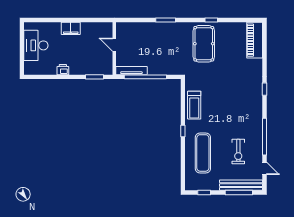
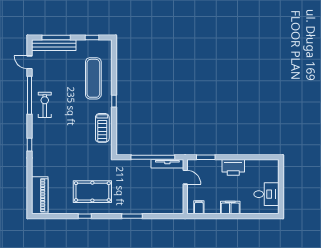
filing cabinet: (101, 29) -> (199, 207), added
pool table: (204, 44) -> (92, 192), turned 90
desk: (36, 45) -> (266, 194), width x0.73
door: (114, 45) -> (185, 177), moved
printer: (63, 70) -> (233, 167), width x1.87, depth x1.48
treadmill: (194, 105) -> (102, 128), turned 180
exercise bike: (238, 152) -> (45, 105), moved

